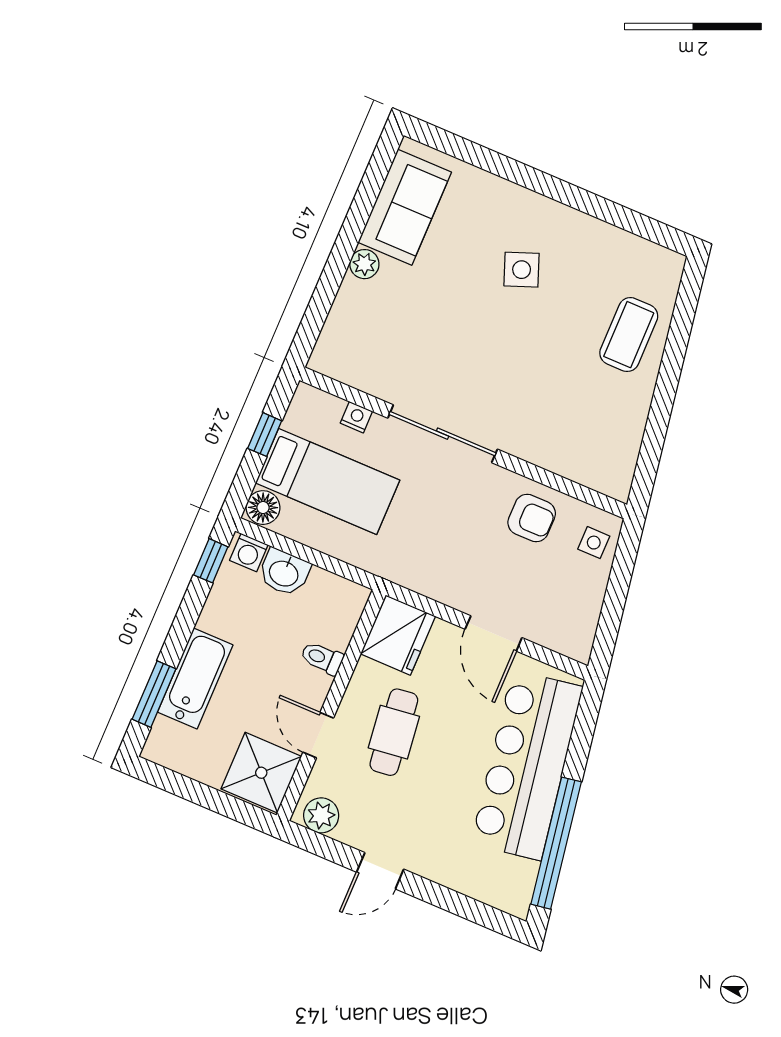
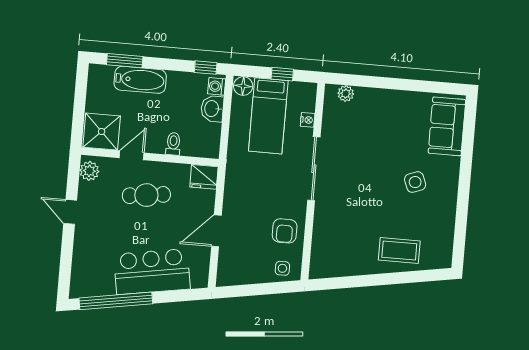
sofa: (405, 207) -> (447, 126), moved, turned 90
plant: (364, 264) -> (346, 94), moved
fridge: (398, 635) -> (204, 177), width x0.73, depth x0.75
bar counter: (527, 765) -> (152, 272), width x0.73

